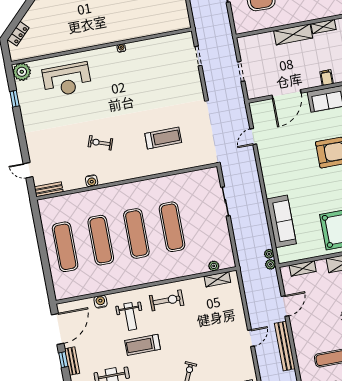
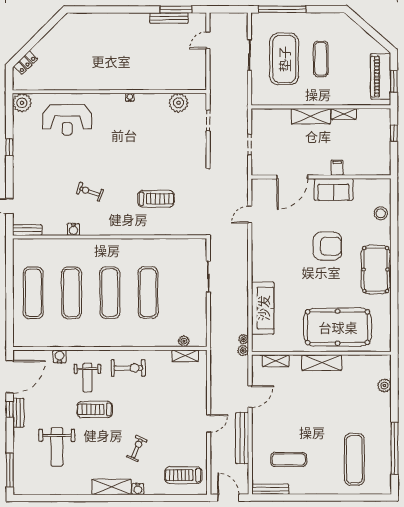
plant: (168, 45) -> (178, 103), added
window: (15, 99) -> (9, 147), moved

